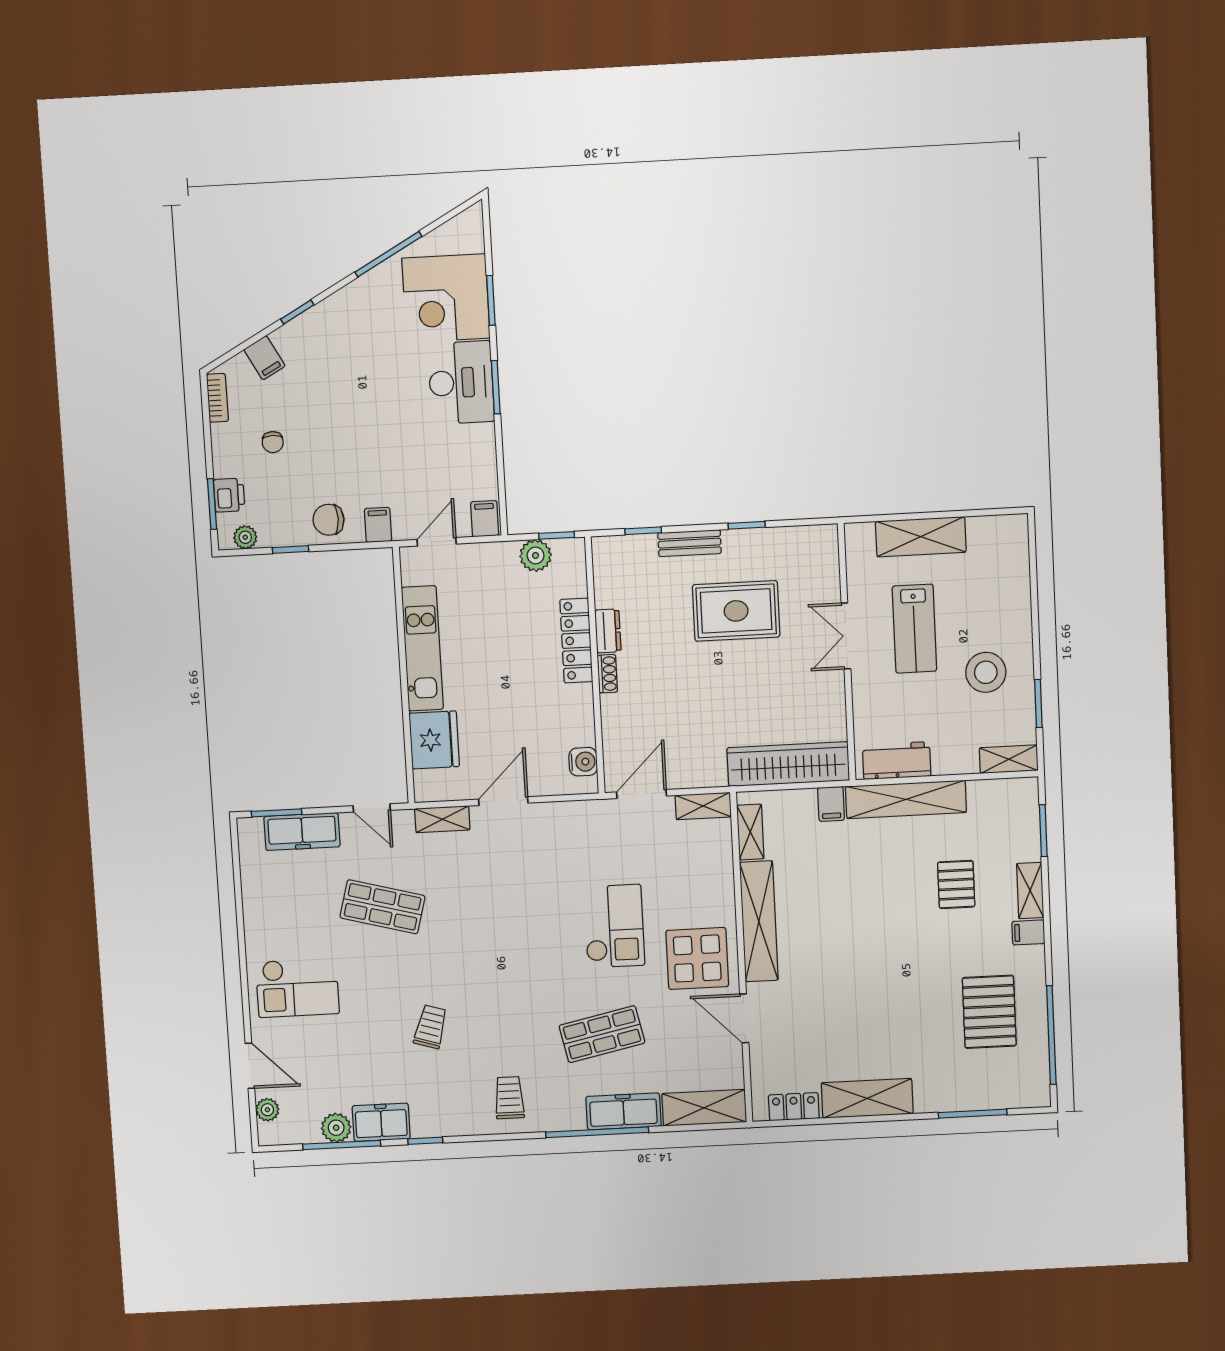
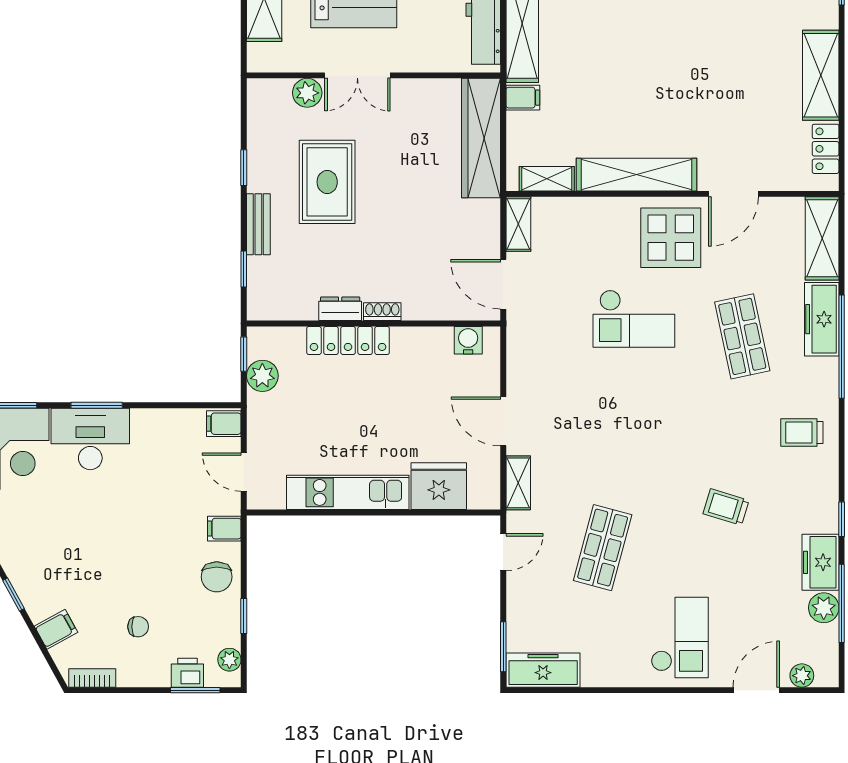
plant: (826, 586) -> (307, 93), added
freezer: (302, 832) -> (543, 670), moved, turned -90
checkout: (614, 926) -> (634, 319), turned 180

